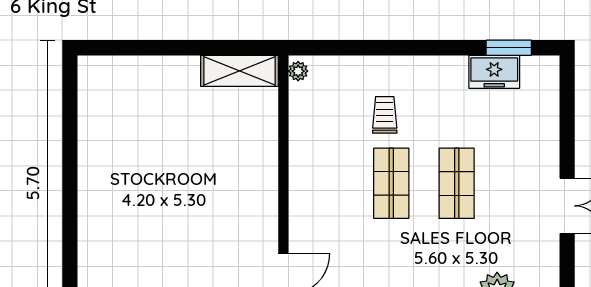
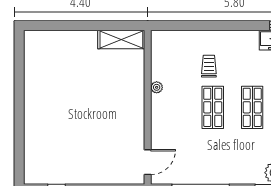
plant: (298, 71) -> (157, 87), moved

